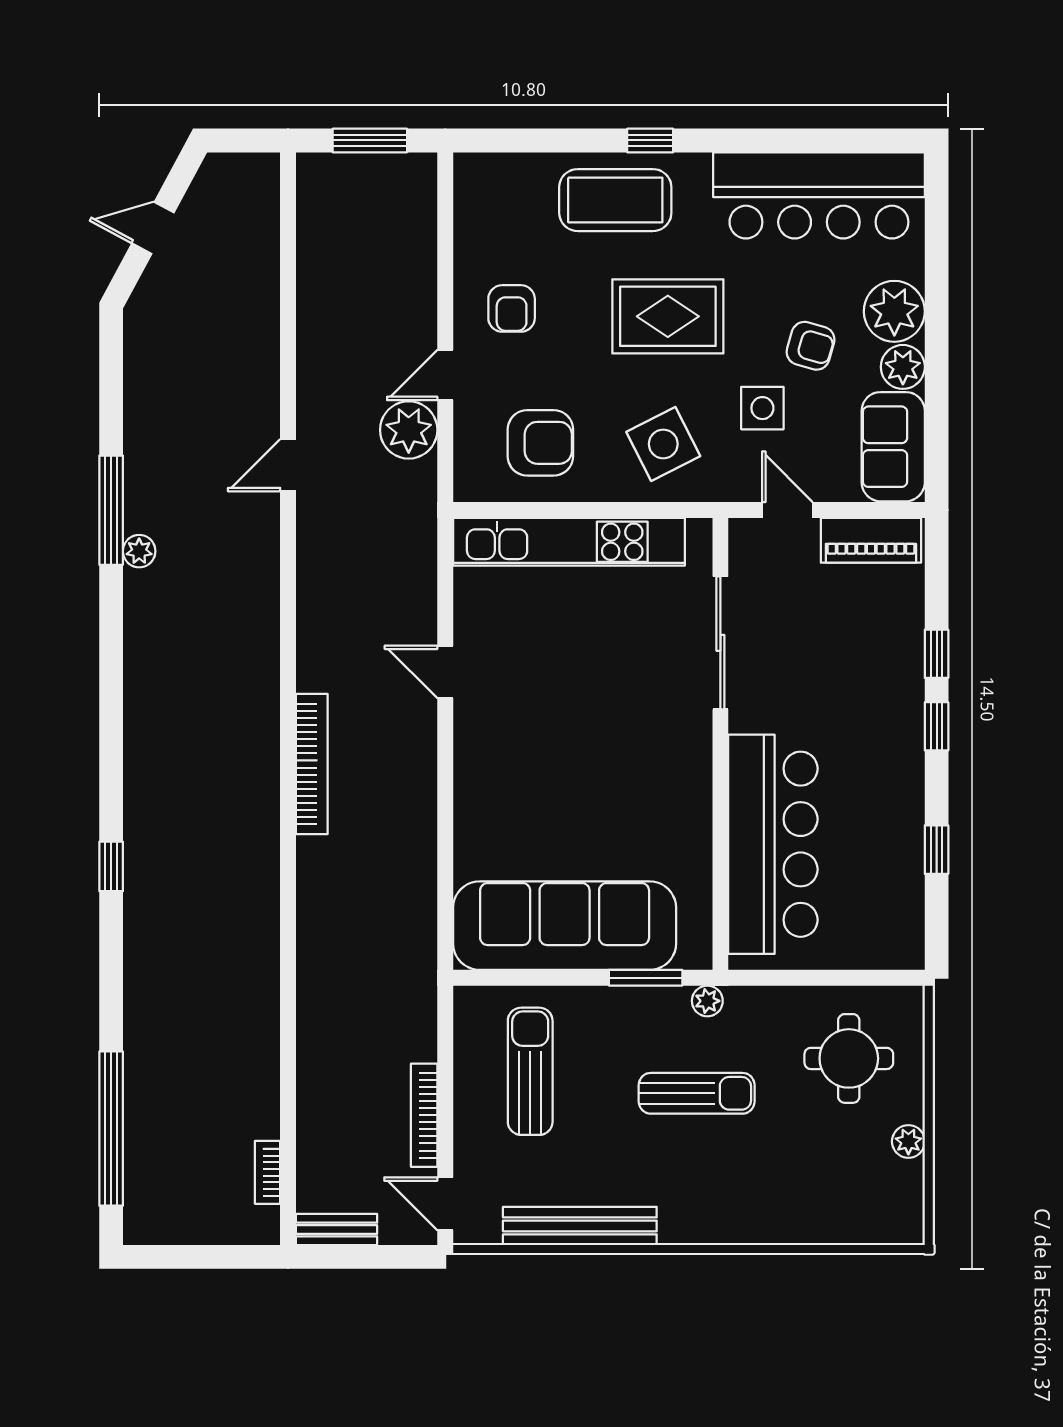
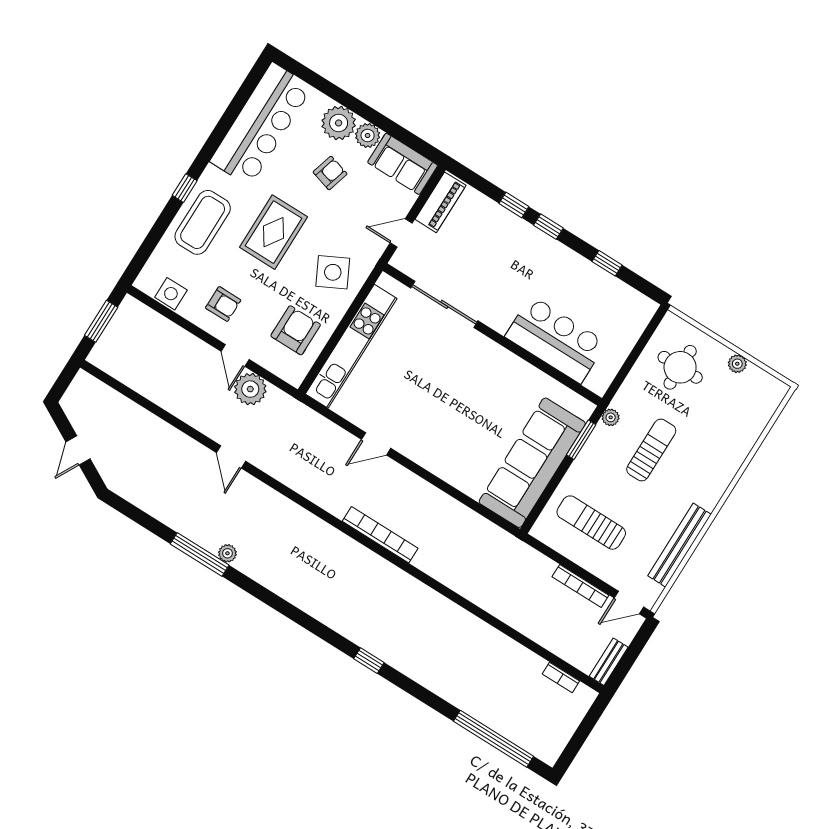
side table: (762, 408) -> (171, 294), moved
bar counter: (773, 844) -> (556, 340), width x0.73

